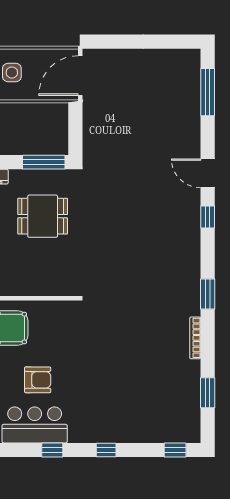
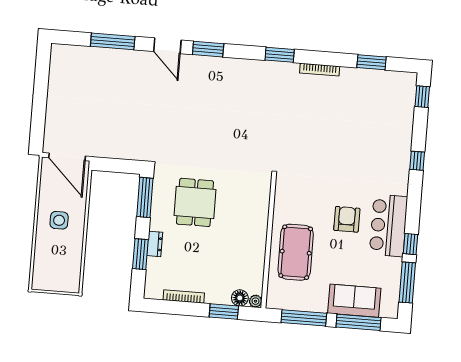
window: (208, 92) -> (113, 41), moved
door: (208, 173) -> (167, 46), hinge flipped
window: (208, 217) -> (208, 49), width x1.50
window: (52, 450) -> (410, 244), moved

